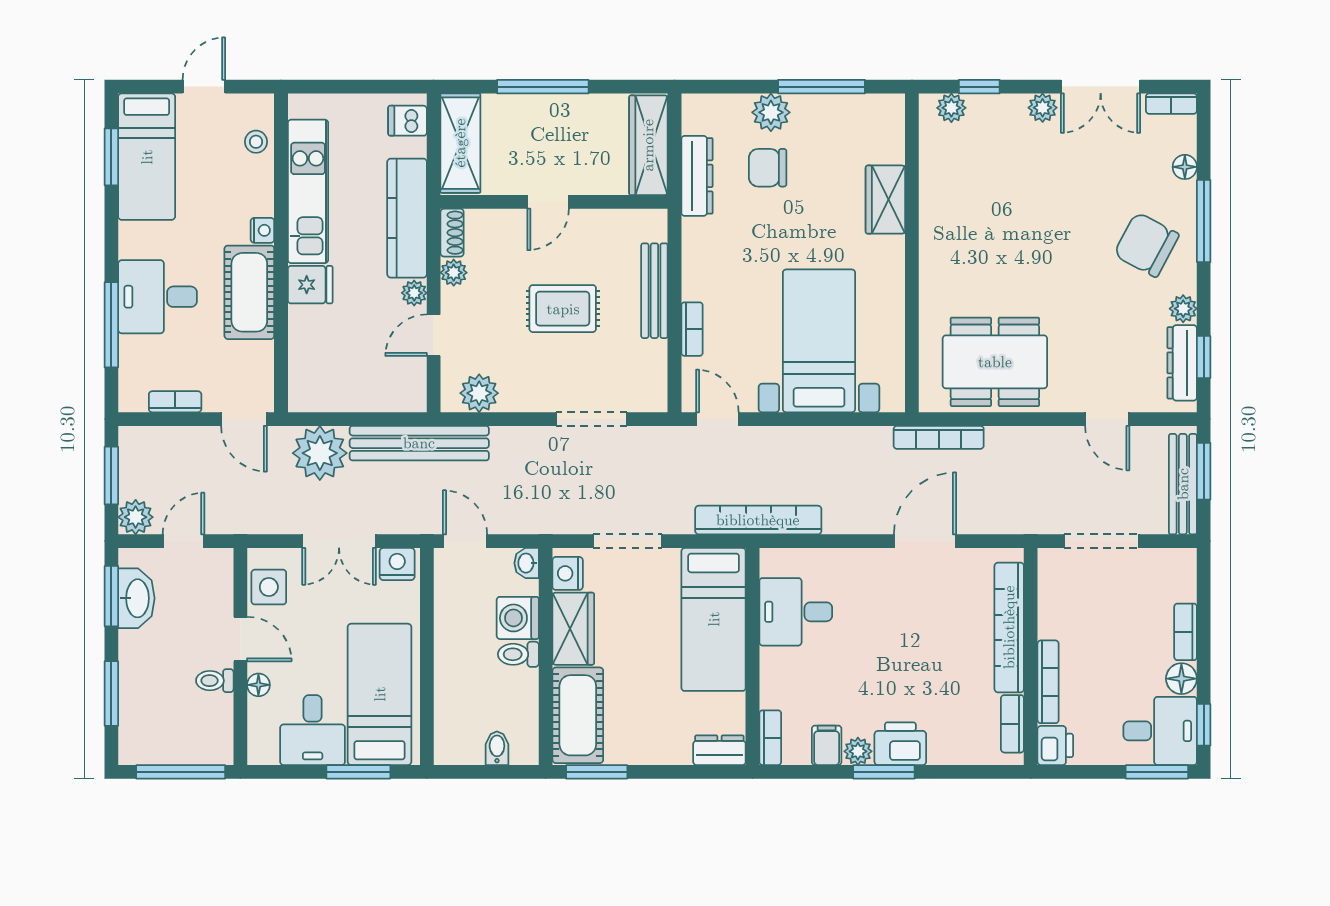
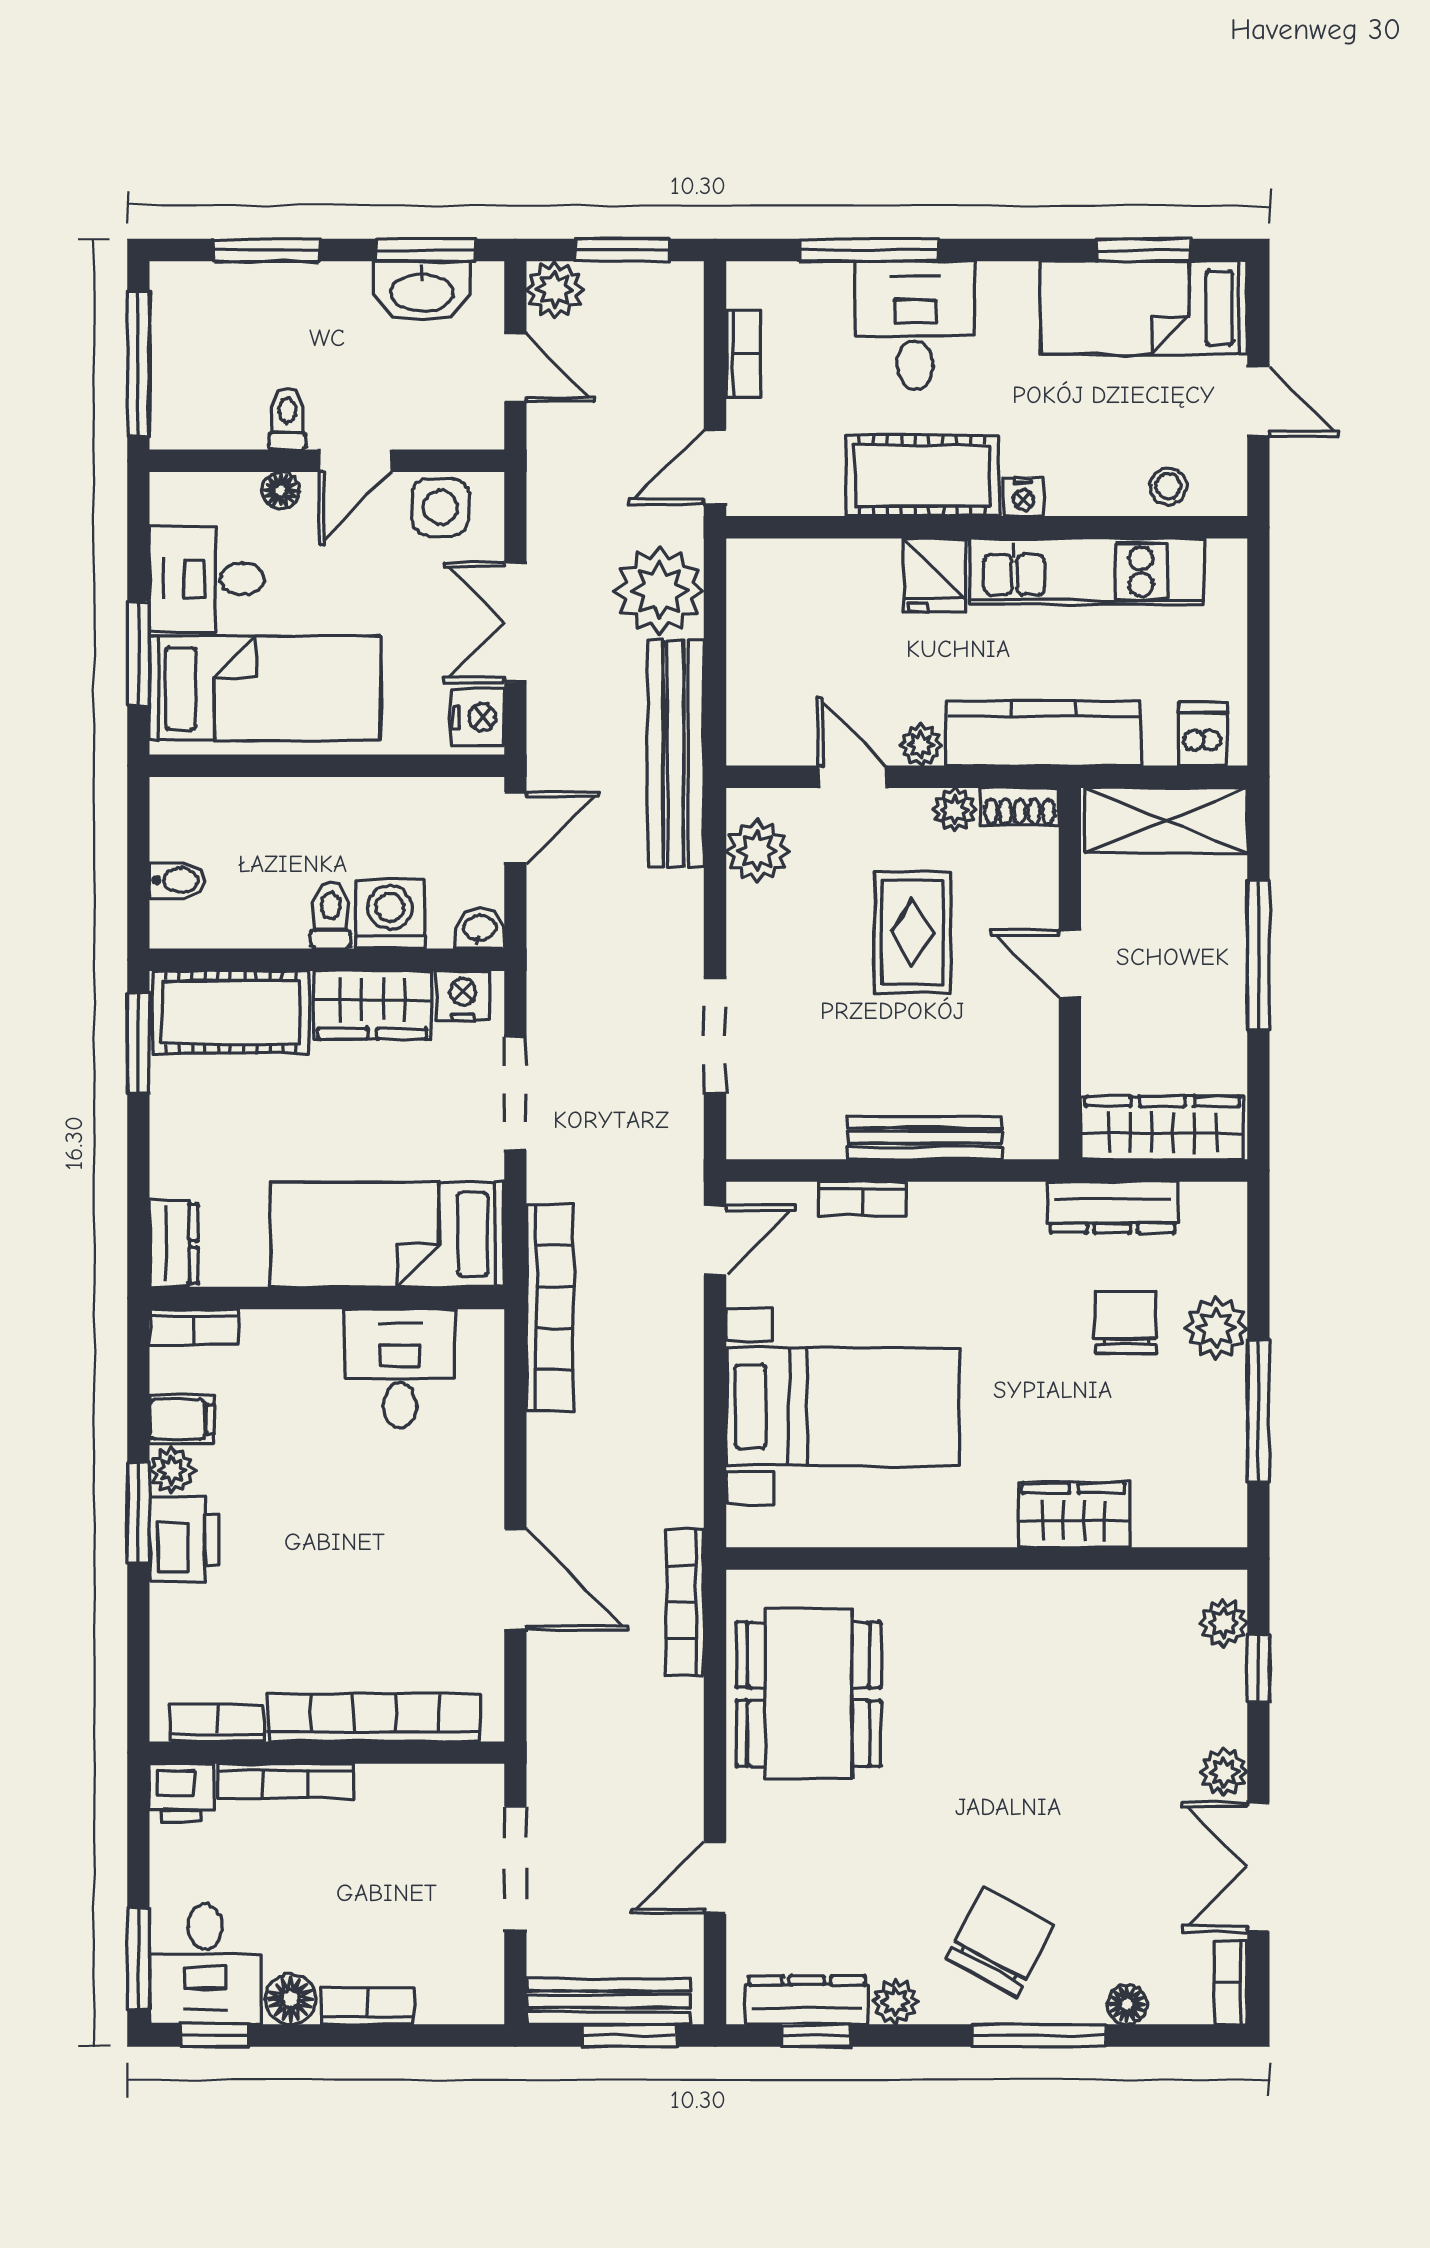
rug: (563, 309) -> (913, 932), moved

